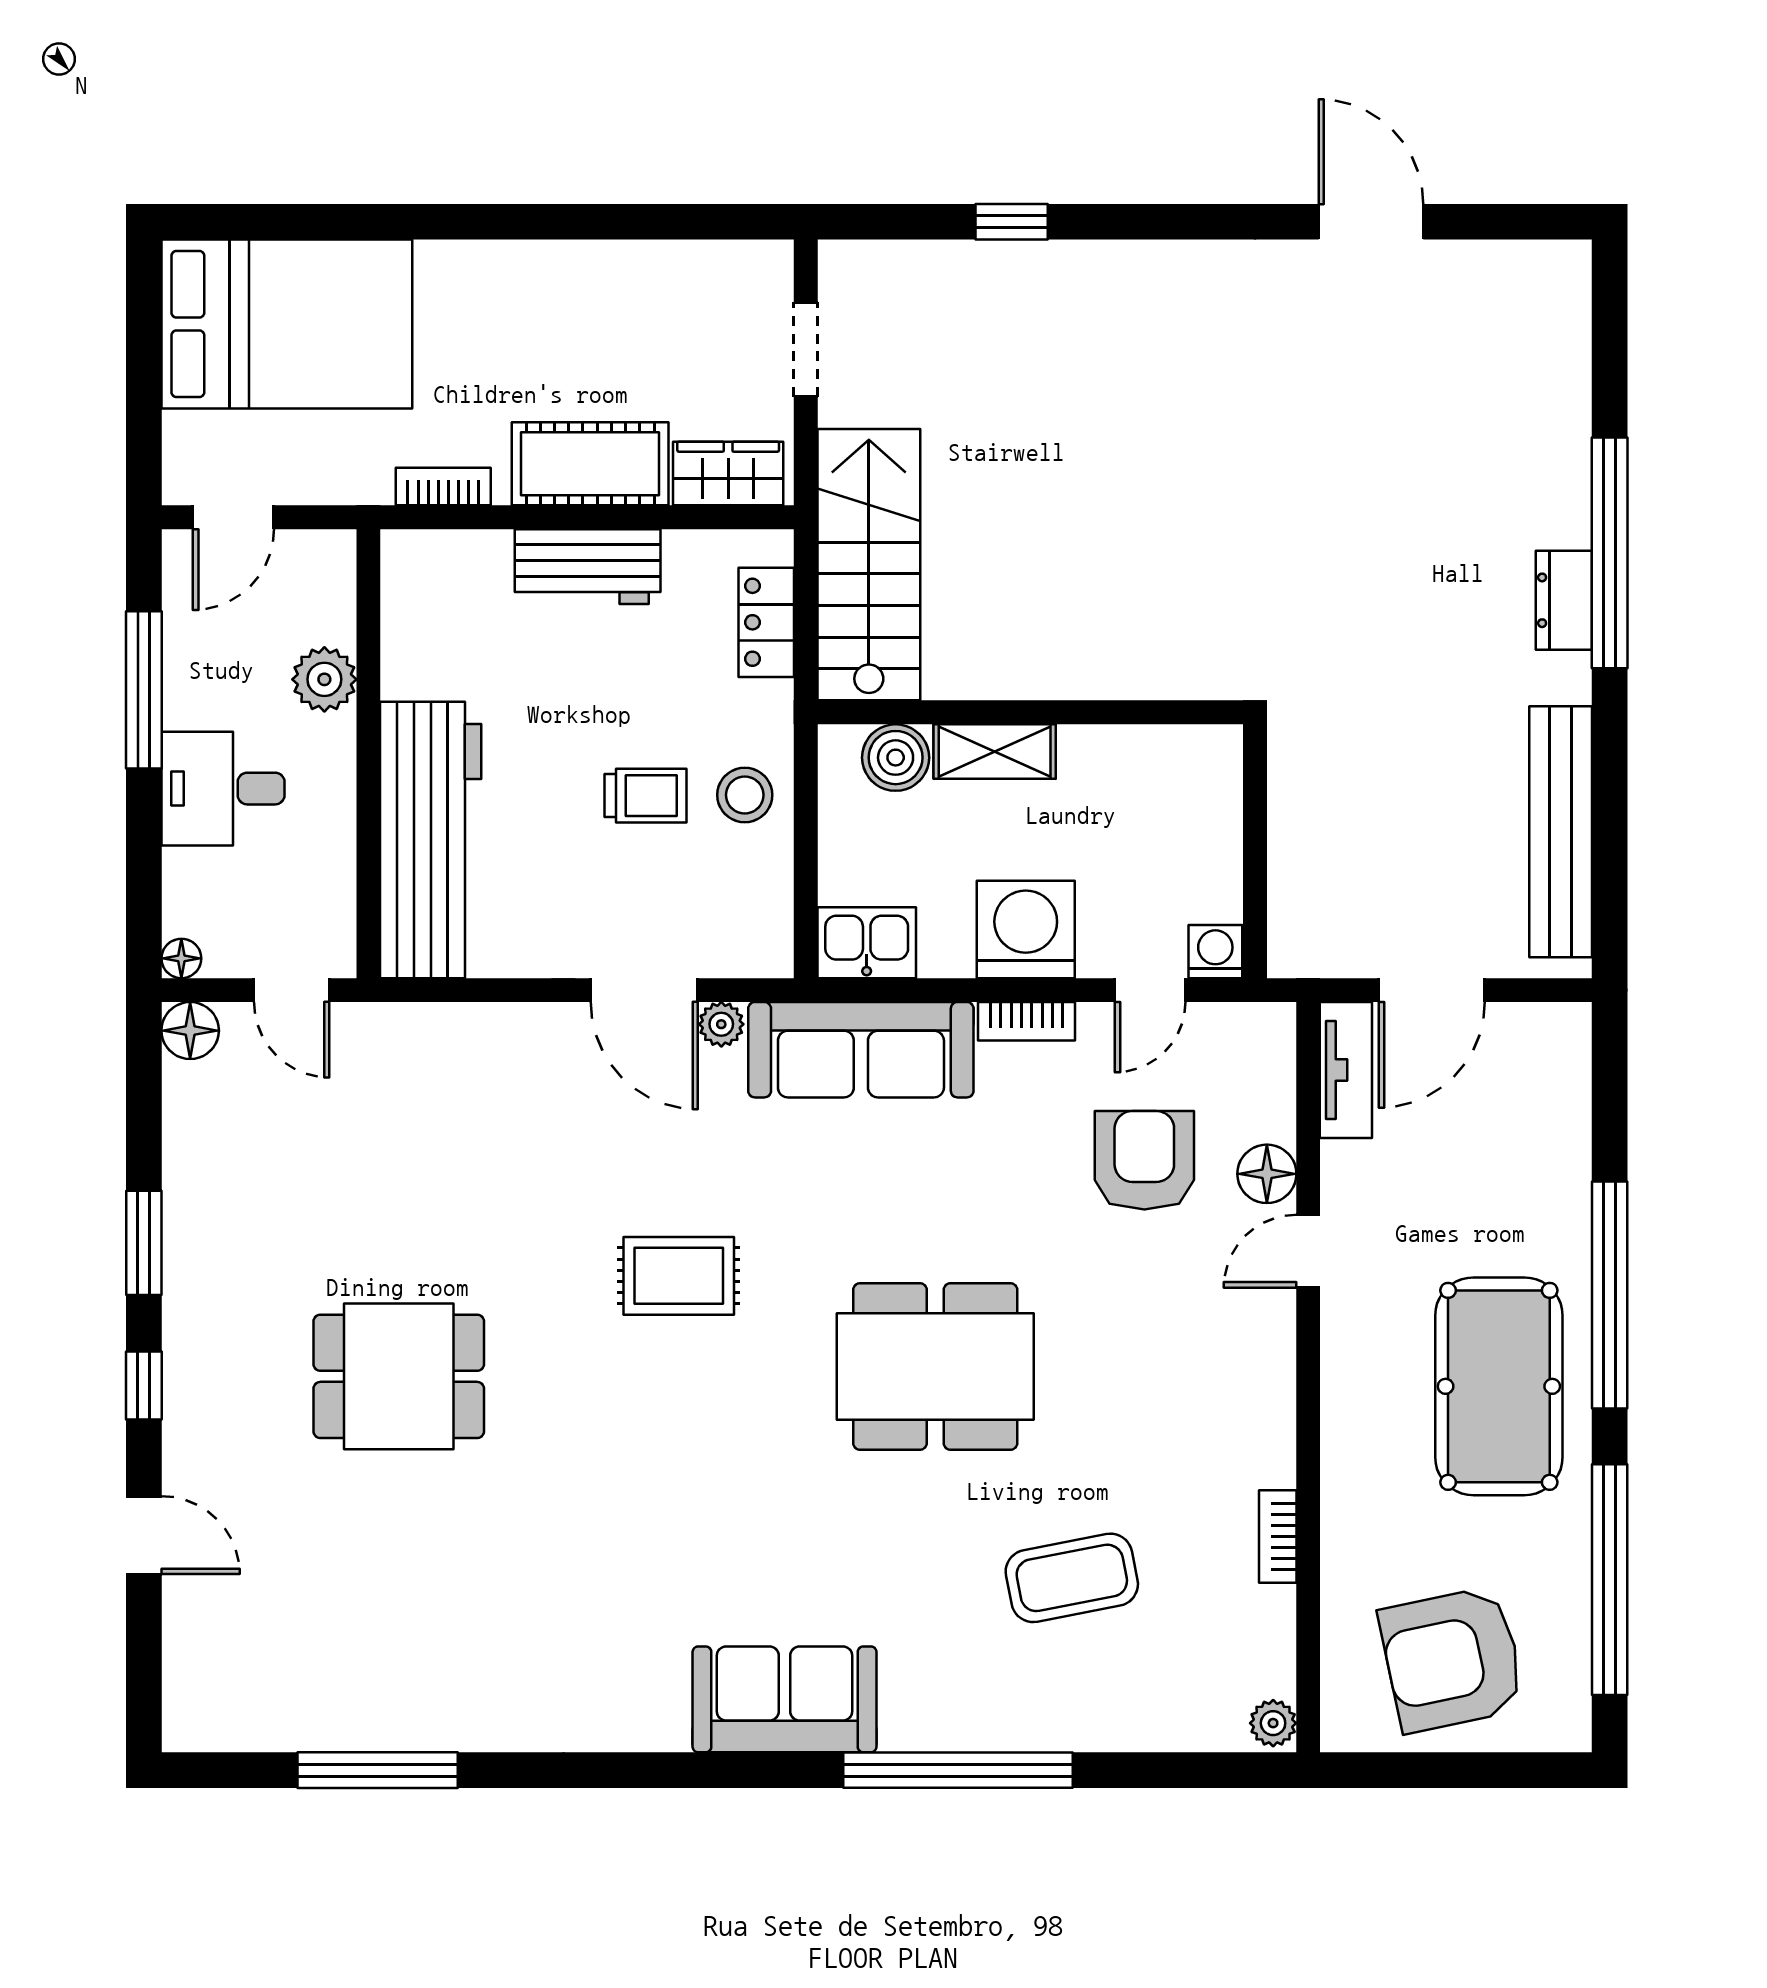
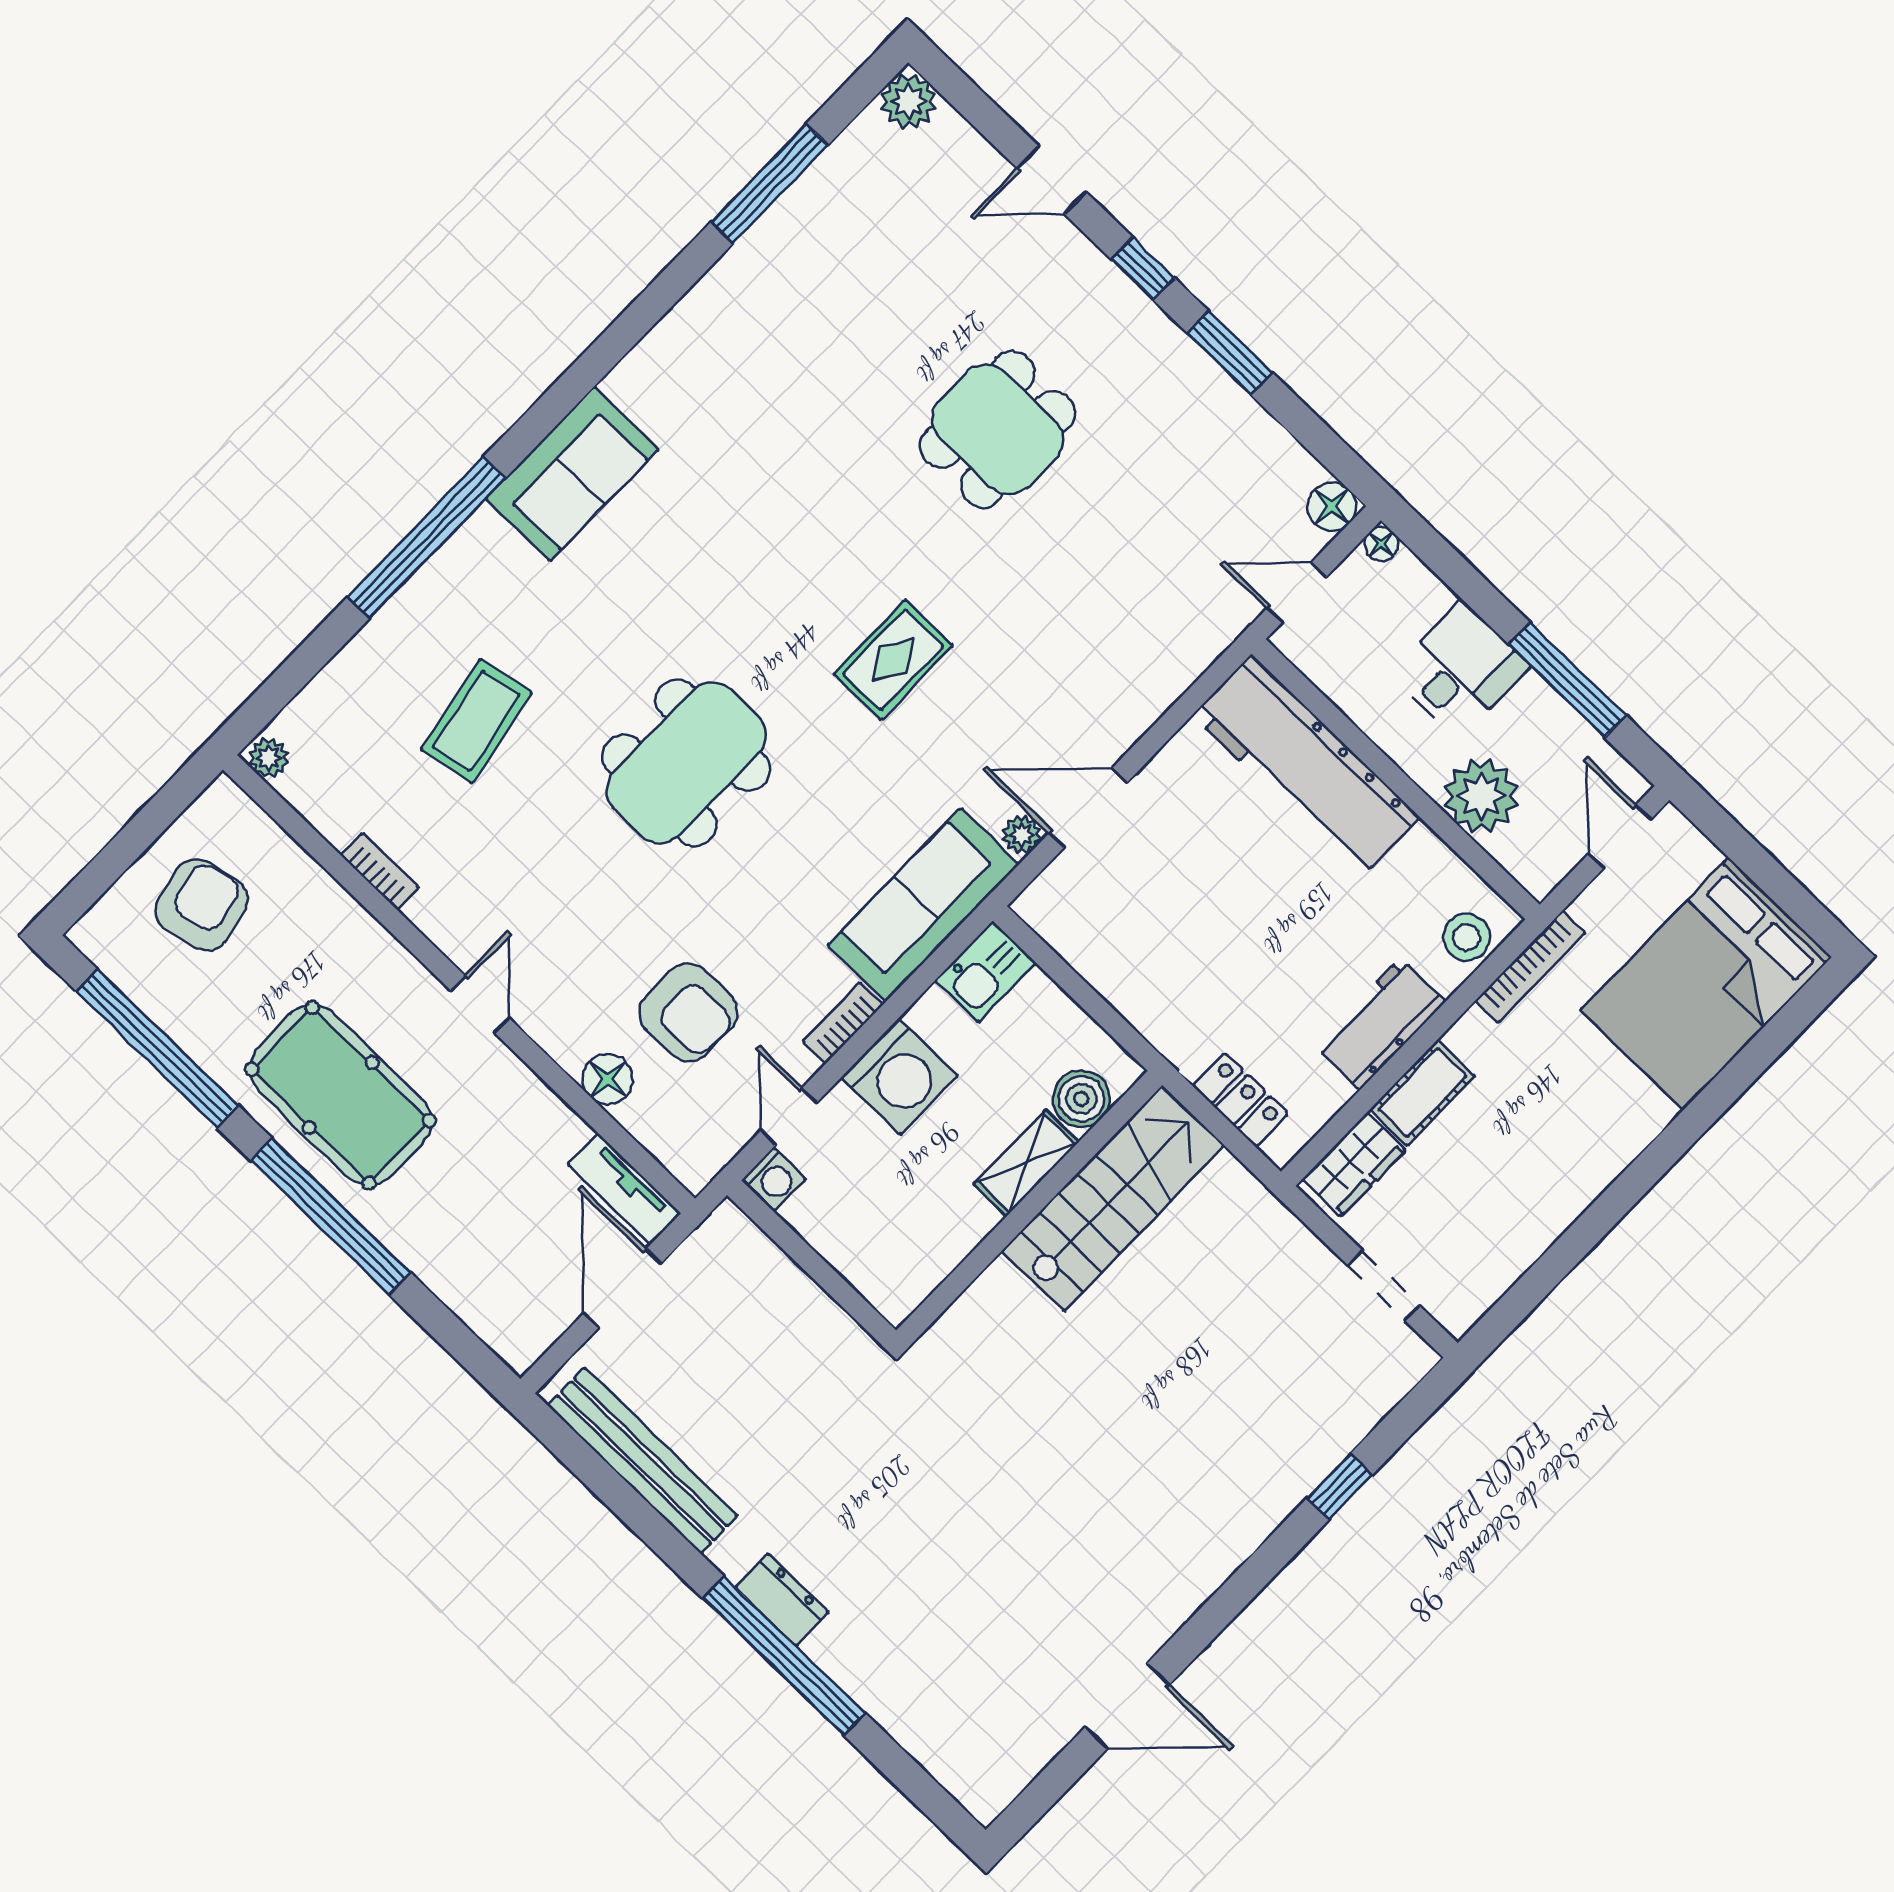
cot: (590, 464) -> (1422, 1093), width x0.73, depth x0.75
bookcase: (443, 486) -> (1530, 967), width x1.56
stairs: (869, 565) -> (1113, 1198), moved, turned -90
plant: (324, 679) -> (1481, 796), width x1.36, depth x1.36
stool: (745, 795) -> (1466, 937), moved
trolley: (646, 796) -> (1206, 924), removed
door: (1308, 1251) -> (480, 1004), moved
armchair: (1452, 1659) -> (202, 905), width x0.73, depth x0.73
plant: (194, 1720) -> (909, 101), added

